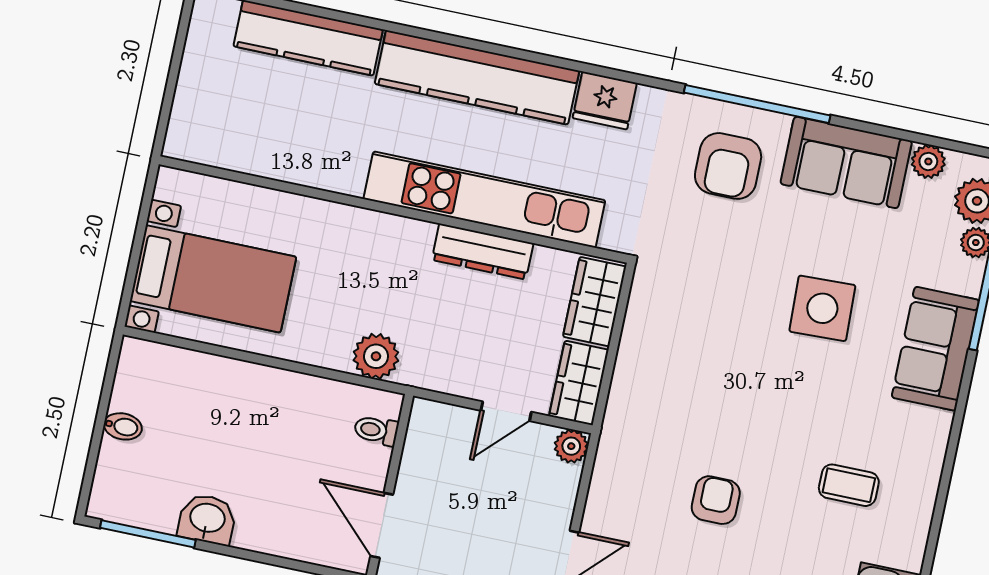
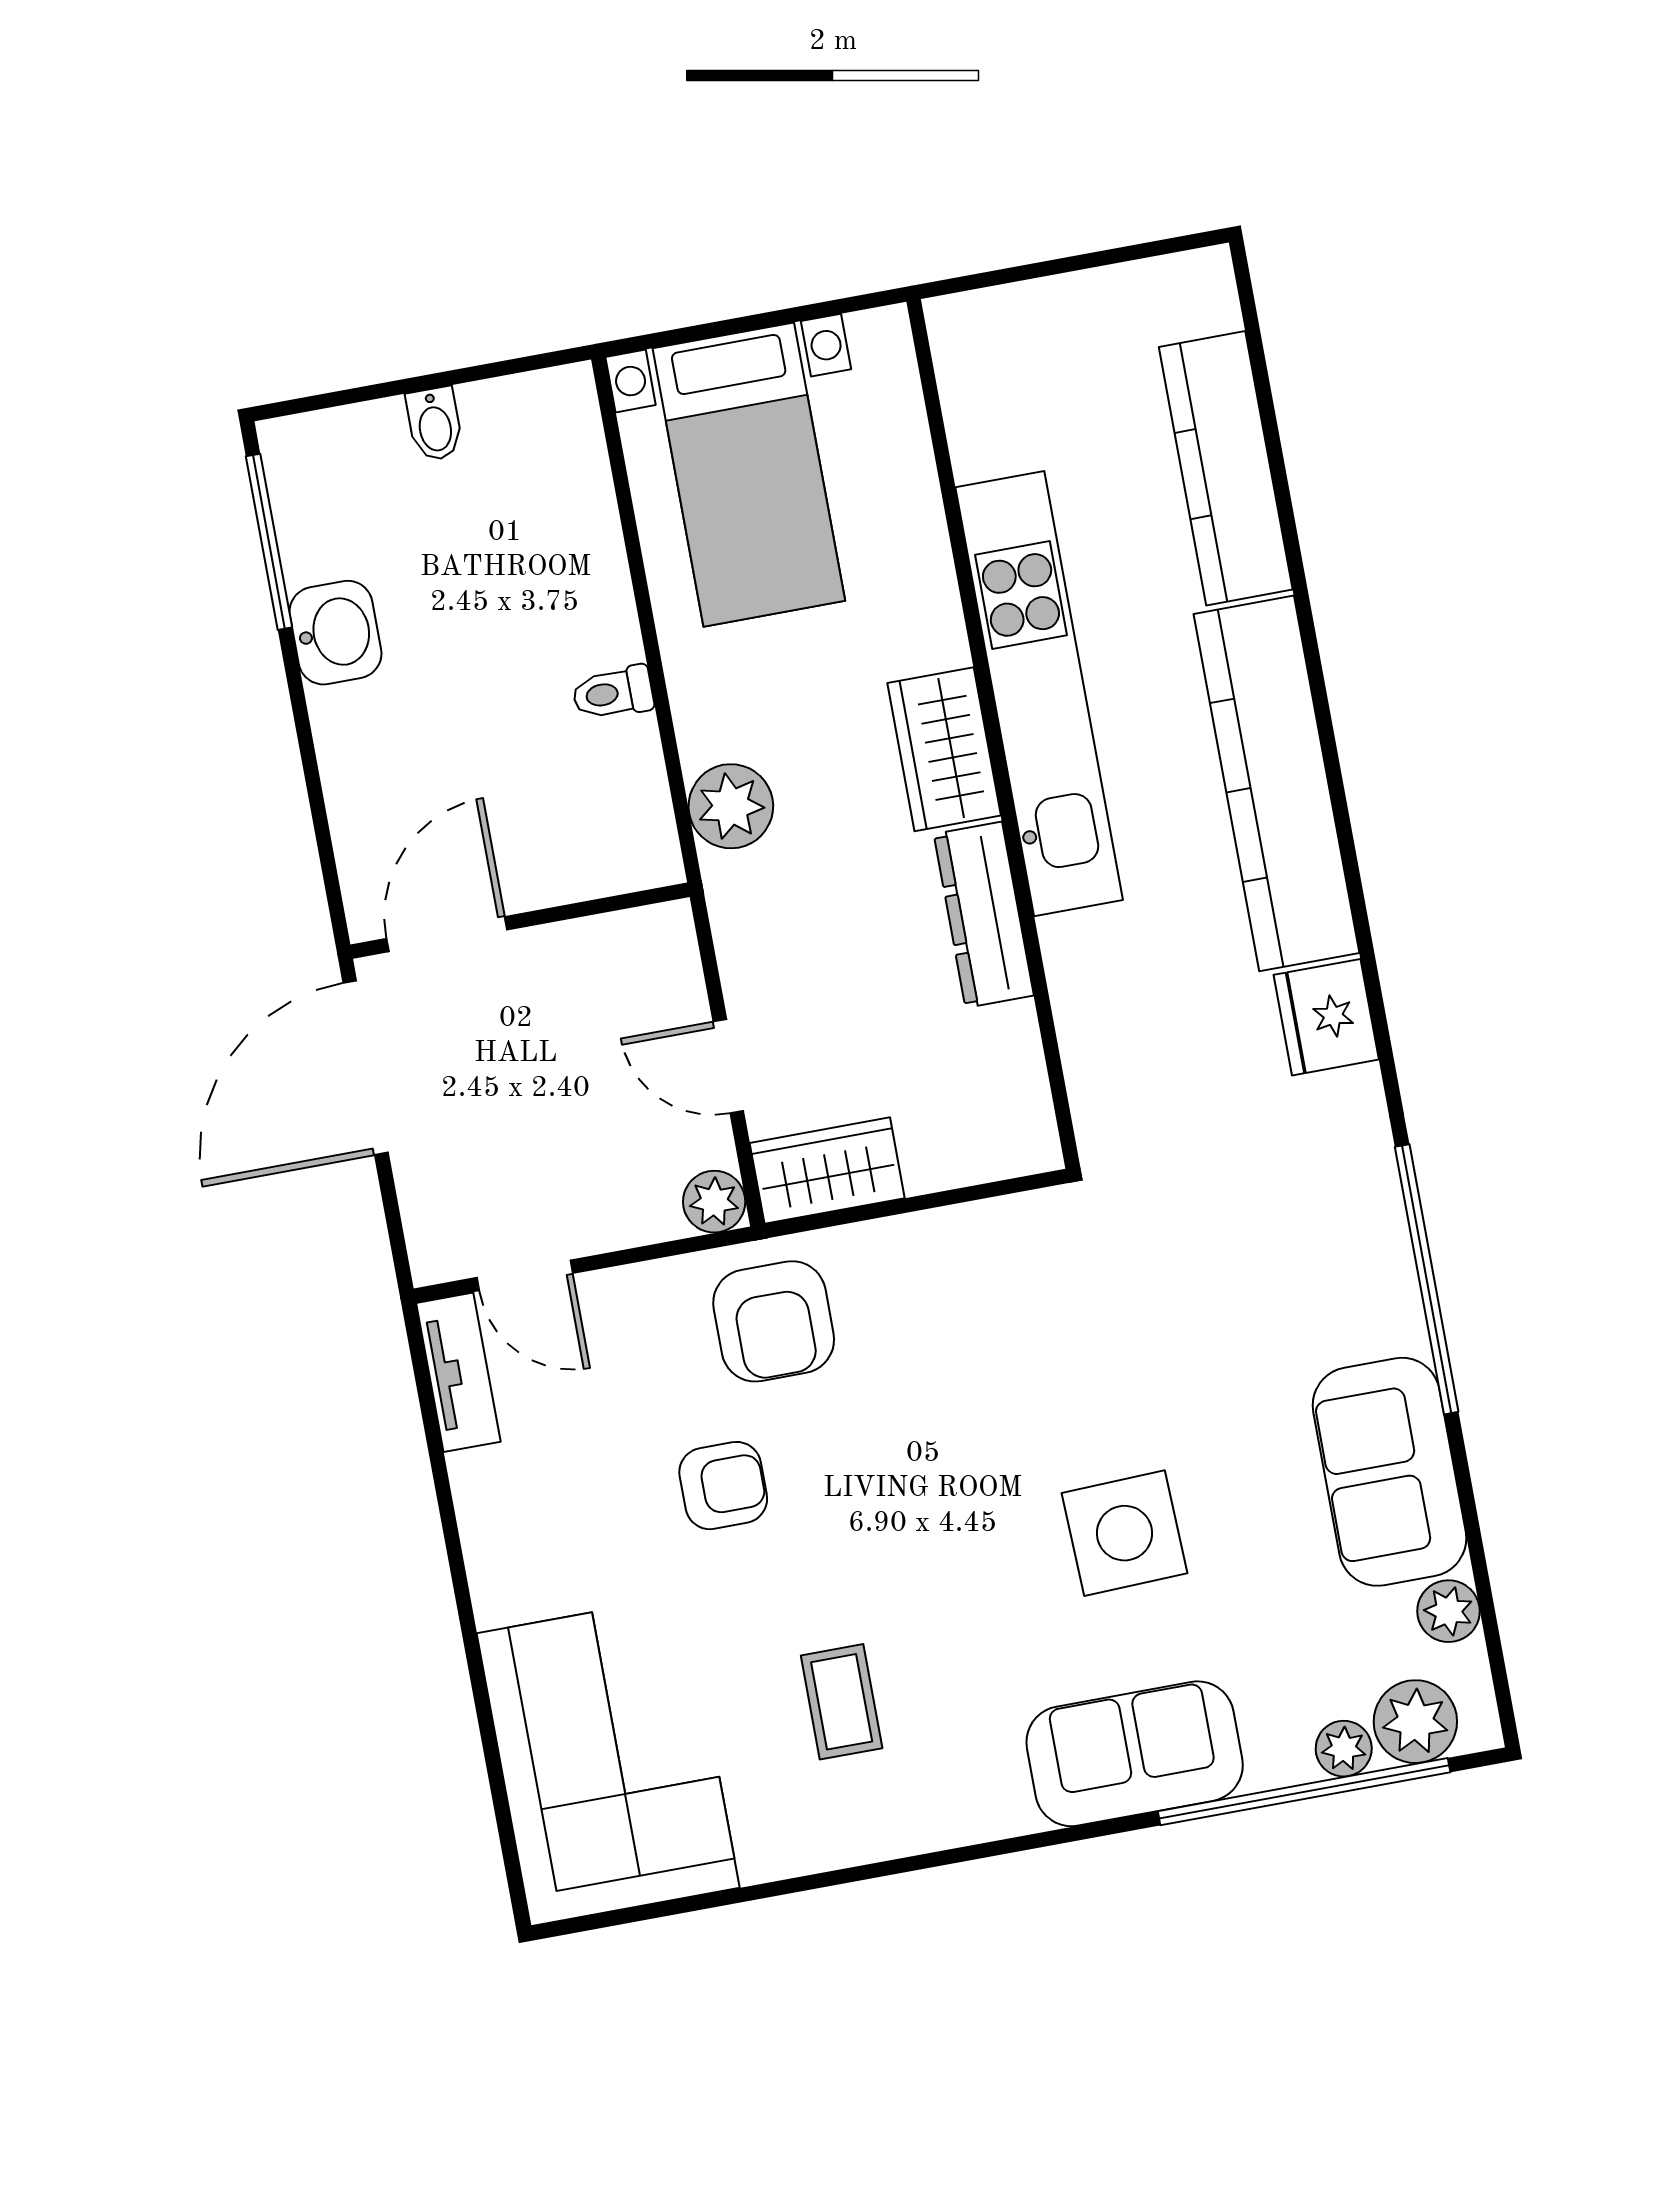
armchair: (728, 166) -> (774, 1321), moved, turned -90
kitchen unit: (484, 200) -> (1039, 694), moved
wardrobe: (595, 302) -> (944, 749), moved, turned -90
toilet: (376, 430) -> (613, 693), moved, turned -90

